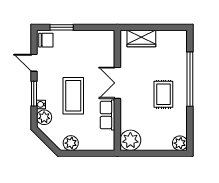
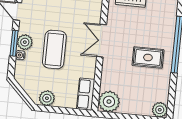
rug: (163, 94) -> (148, 57), turned 90
row of seats: (107, 115) -> (86, 94), moved
plant: (44, 117) -> (25, 42), moved

